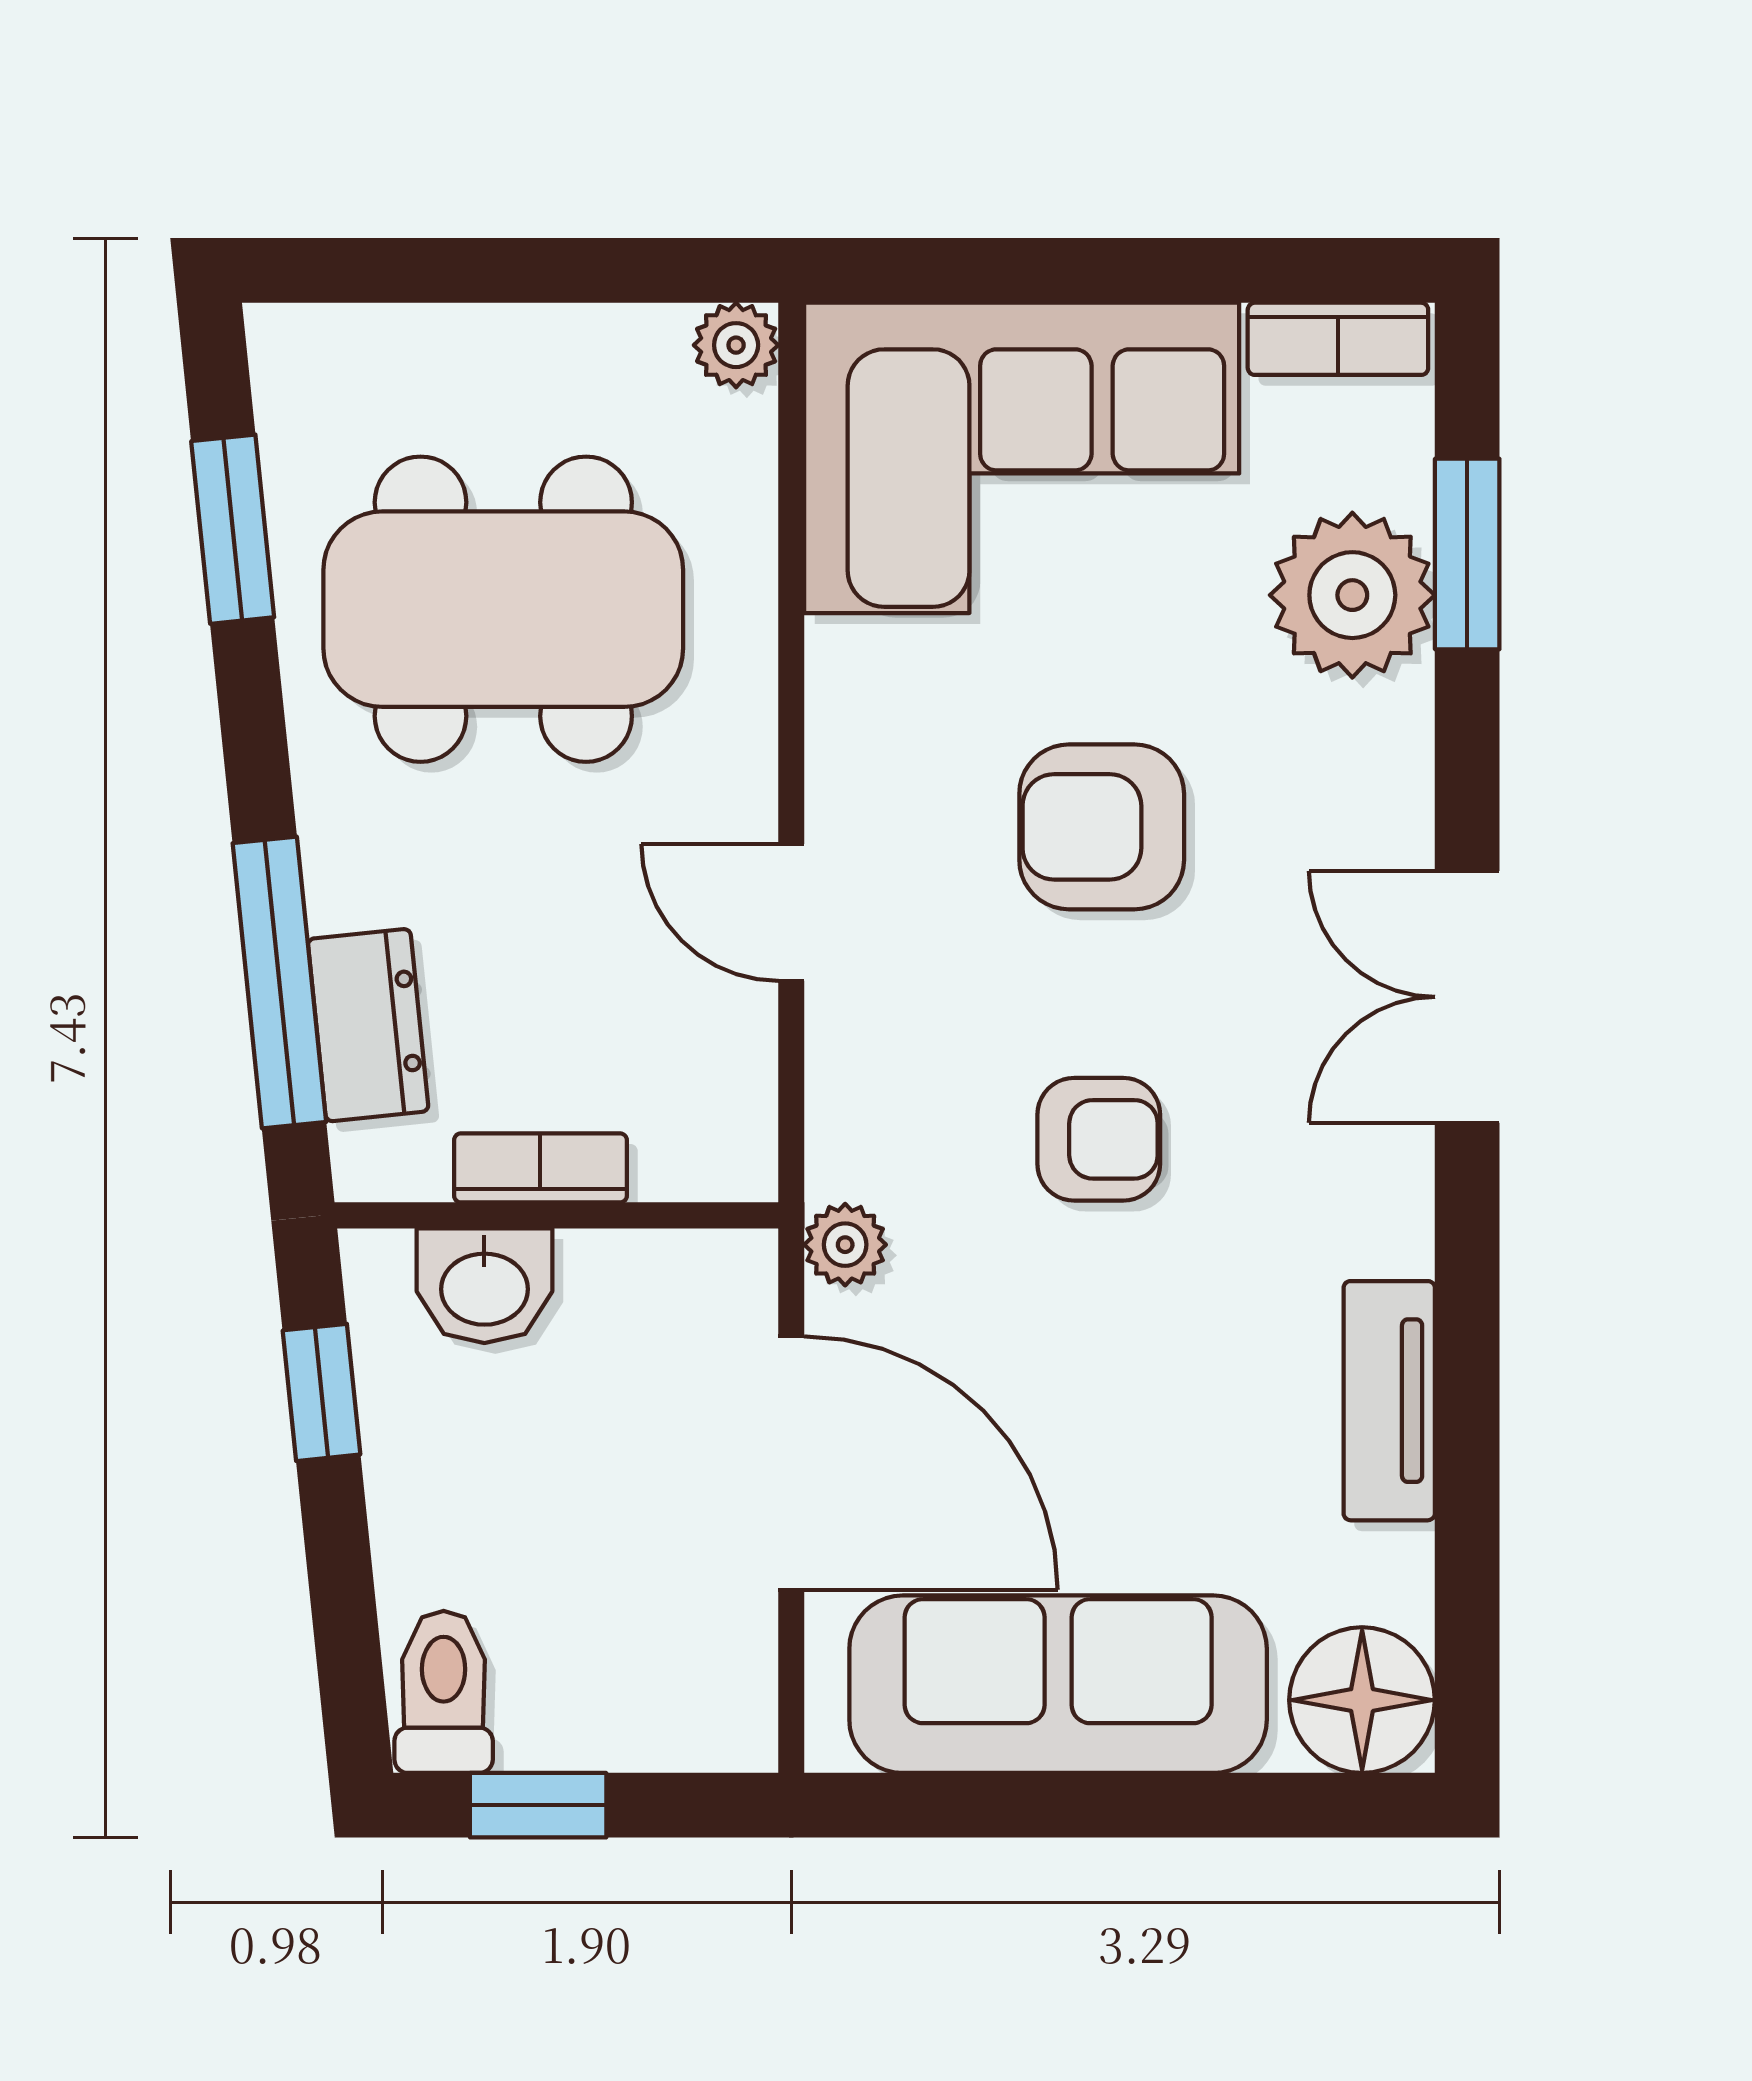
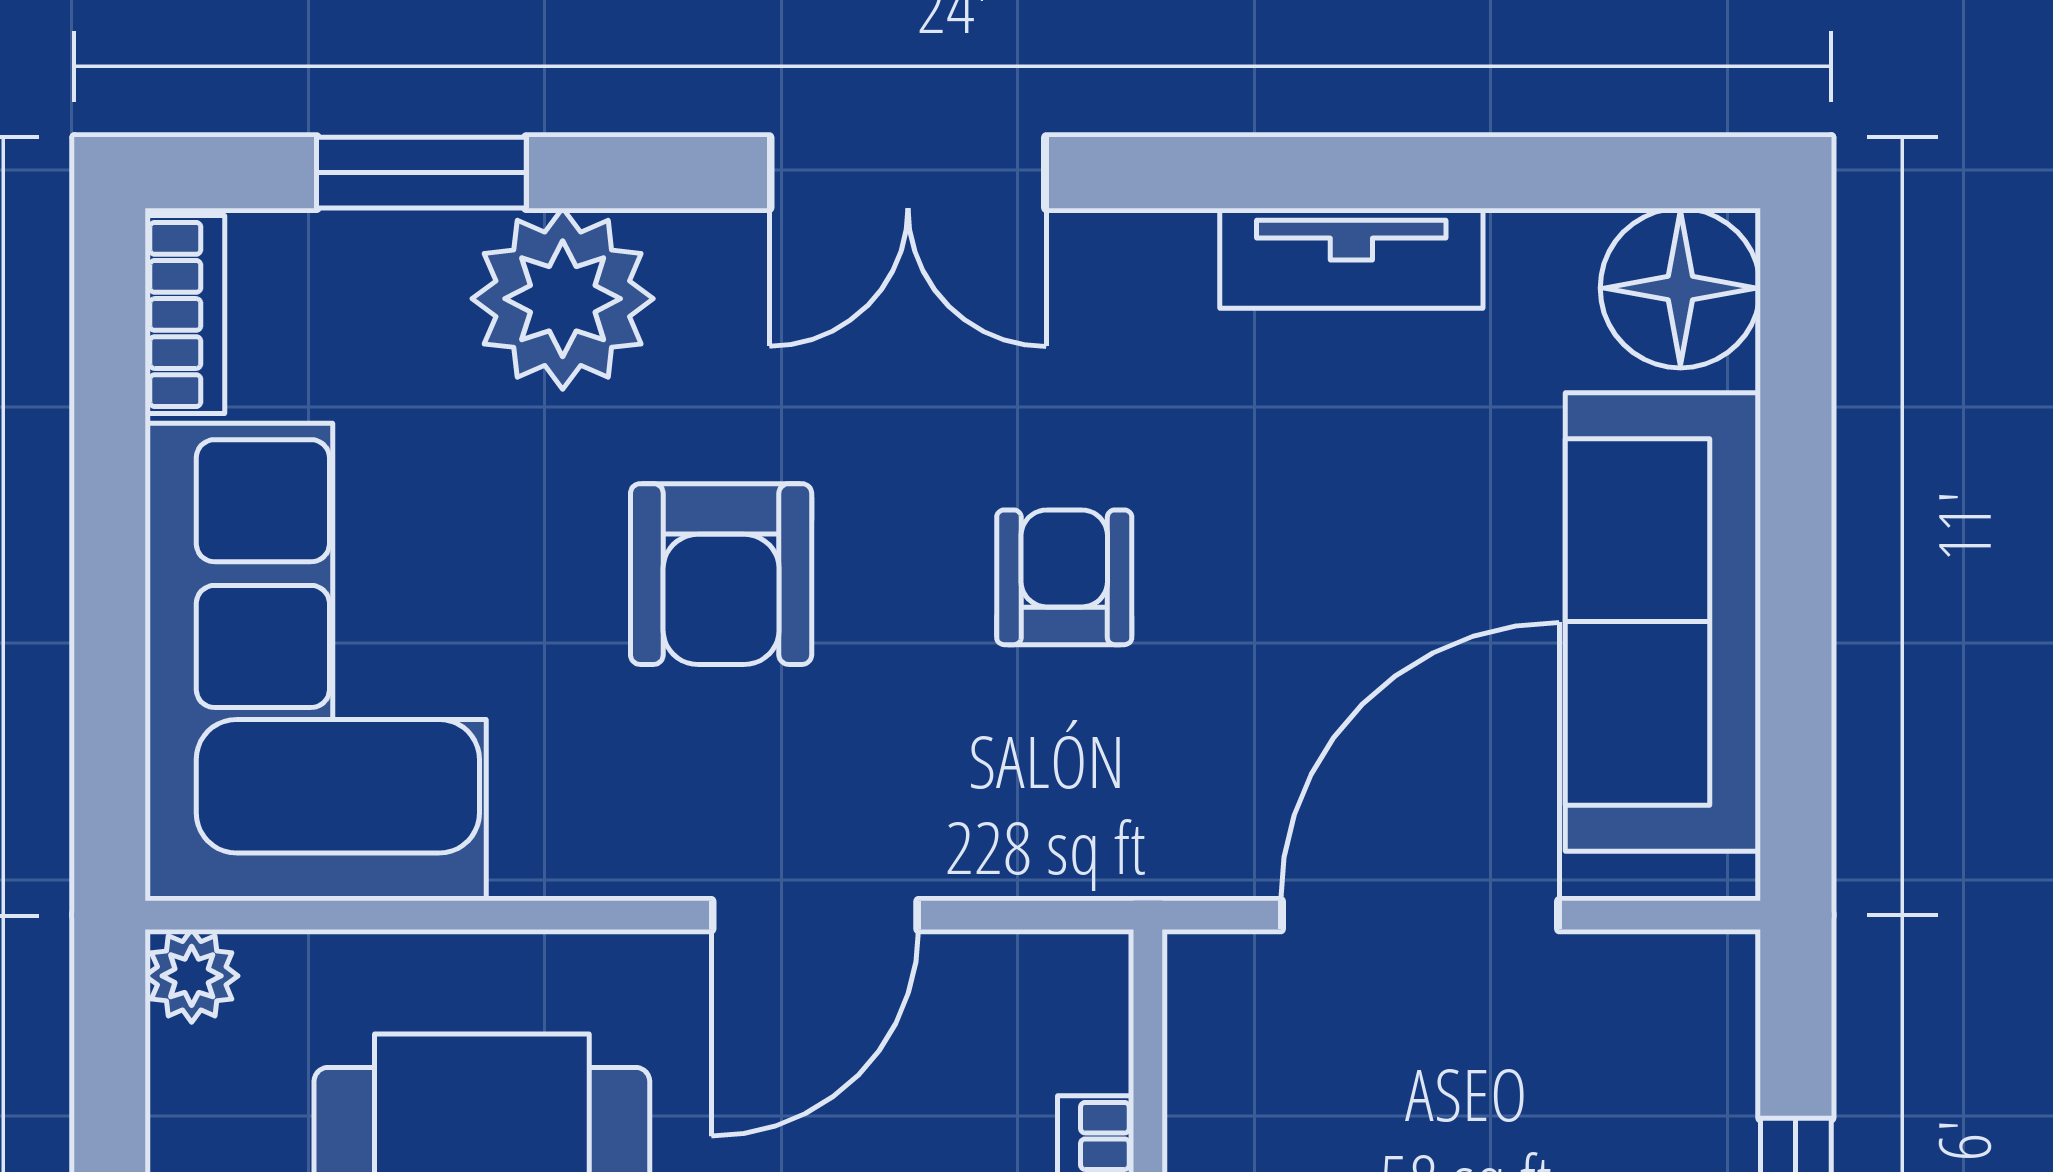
plant: (1352, 595) -> (563, 299), moved
door: (791, 912) -> (815, 915), width x1.38
plant: (845, 1245) -> (1180, 856), removed

